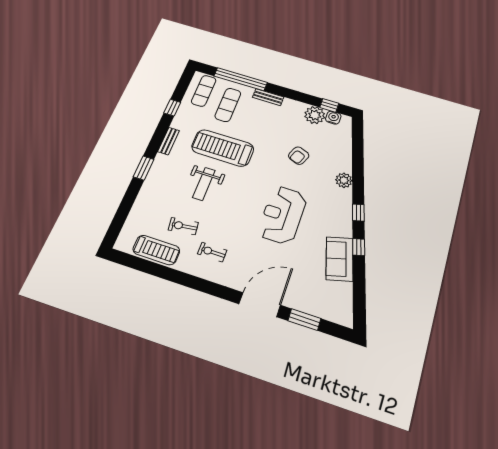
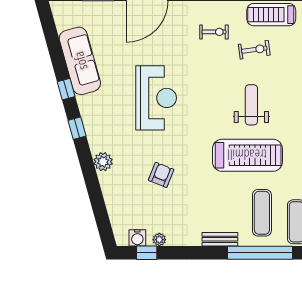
plant: (315, 115) -> (159, 240), width x0.53, depth x0.53
sofa: (340, 259) -> (80, 61), width x1.36

